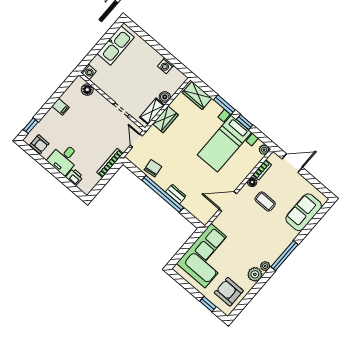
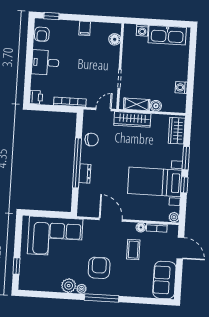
washing machine: (89, 72) -> (142, 30), moved
wardrobe: (165, 119) -> (132, 119), width x1.50
printer: (74, 177) -> (36, 97), moved
sofa: (304, 212) -> (164, 280), moved, turned -90
armchair: (229, 292) -> (99, 268), moved

